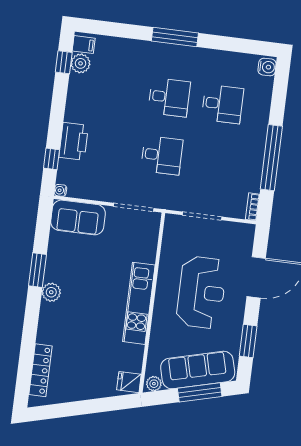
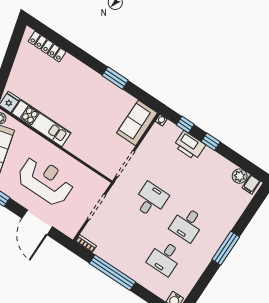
window: (64, 62) -> (211, 142), moved
desk: (162, 155) -> (151, 200), turned 180
plant: (51, 292) -> (96, 80), removed
reception desk: (201, 292) -> (46, 181), turned 180
kitchen unit: (139, 303) -> (41, 123), moved

